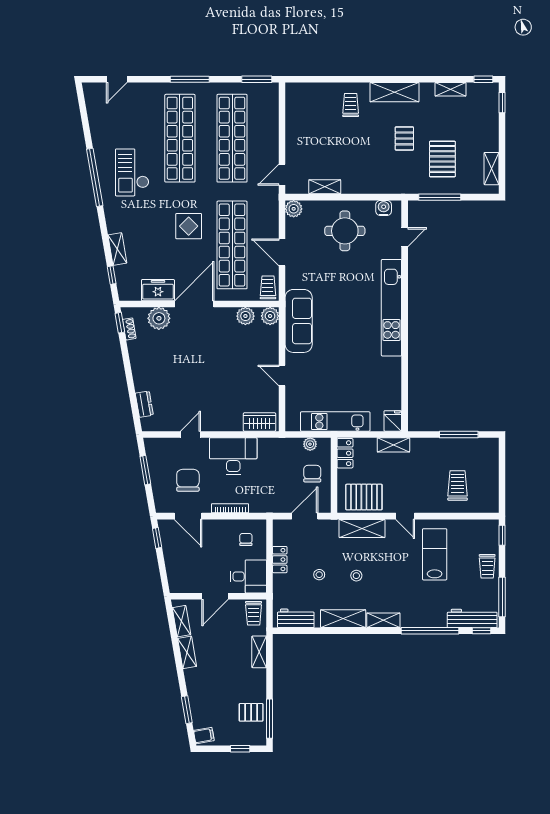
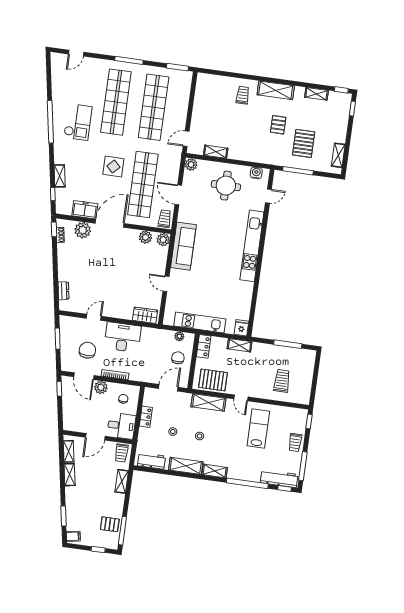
checkout: (132, 172) -> (78, 122), turned 180
plant: (213, 528) -> (101, 387), added

